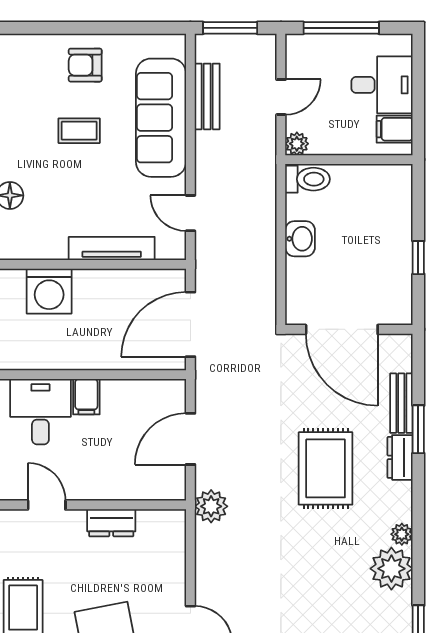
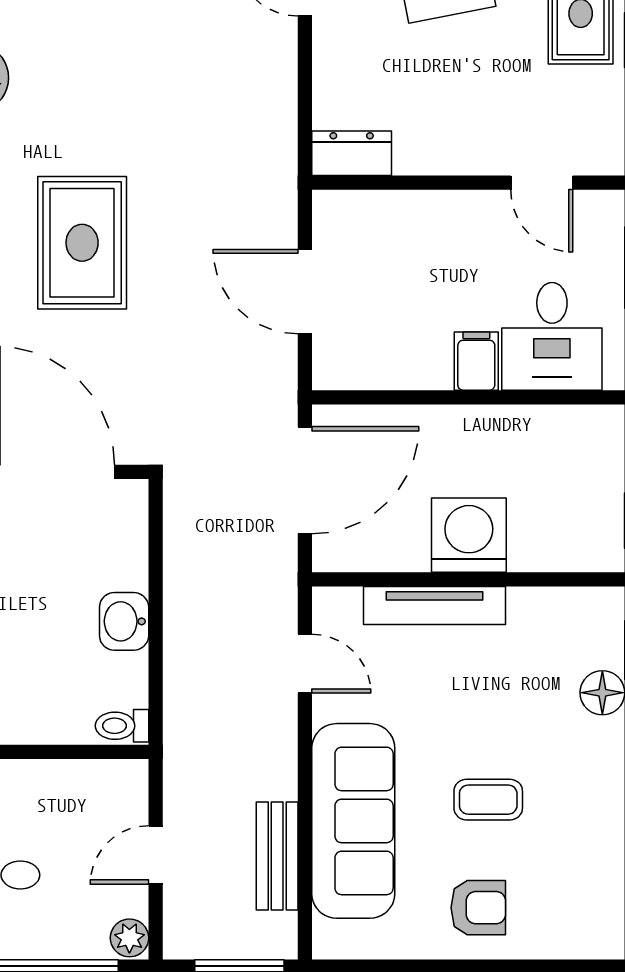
plant: (297, 144) -> (129, 938), moved
toilet: (308, 179) -> (122, 726), width x0.73, depth x0.72
washing machine: (49, 291) -> (469, 535), moved
door: (190, 439) -> (305, 292), swing flipped
plant: (211, 506) -> (271, 180), removed
dresser: (111, 523) -> (352, 153), moved

